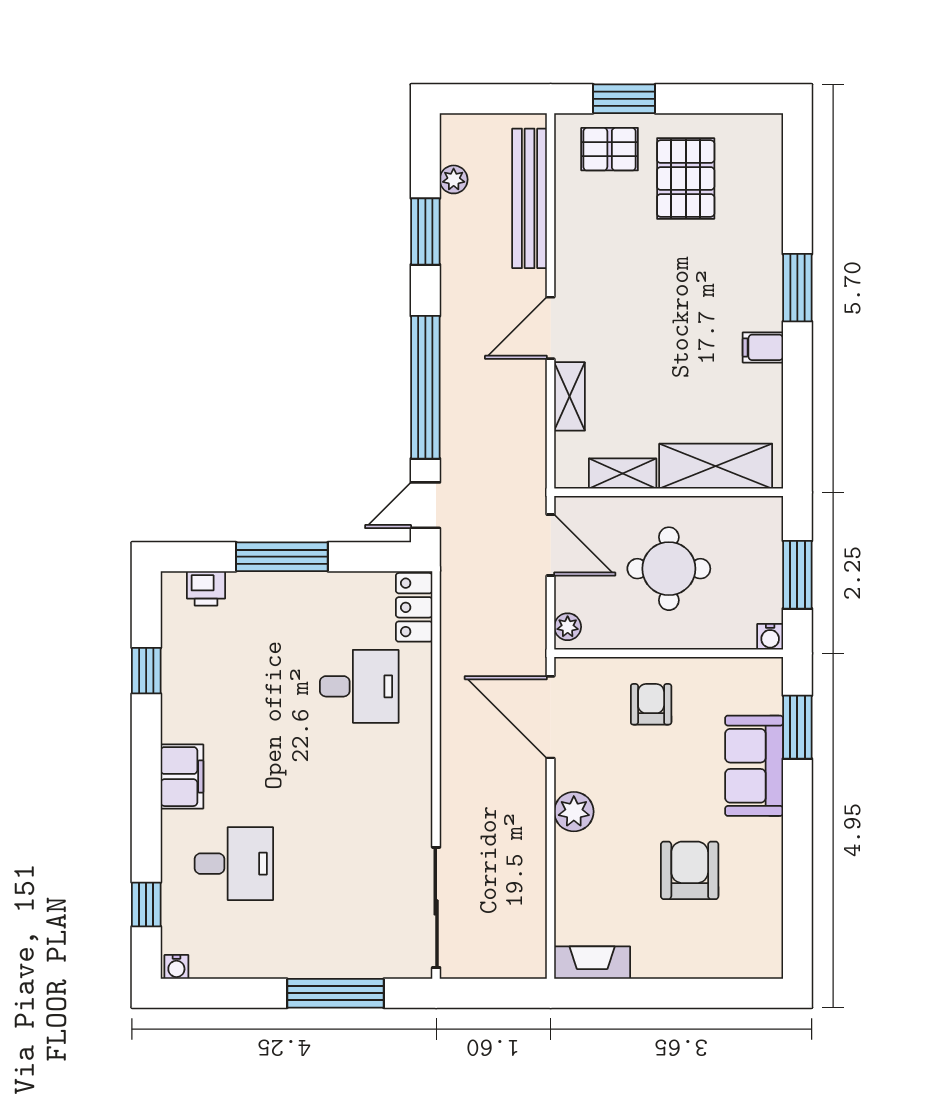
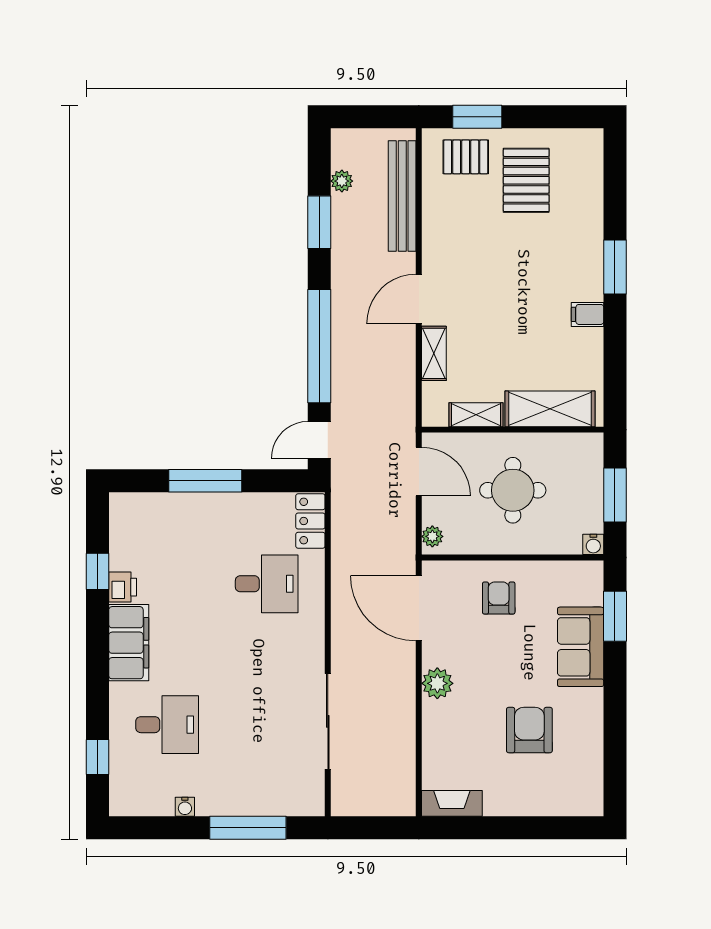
printer: (206, 588) -> (123, 587), moved, turned -90
filing cabinet: (182, 777) -> (129, 643), width x1.50, depth x1.17
sliding door: (436, 907) -> (328, 721), moved
water cooler: (176, 967) -> (185, 807), moved

